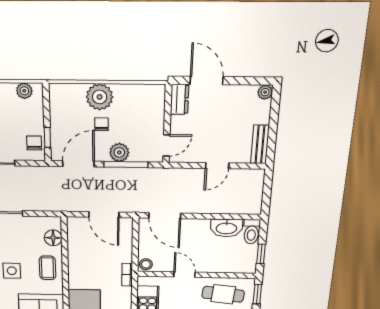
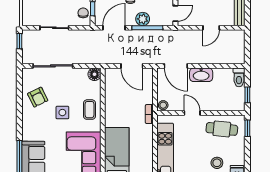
washbasin: (226, 228) -> (201, 75), moved
floor lamp: (53, 238) -> (94, 74), moved

